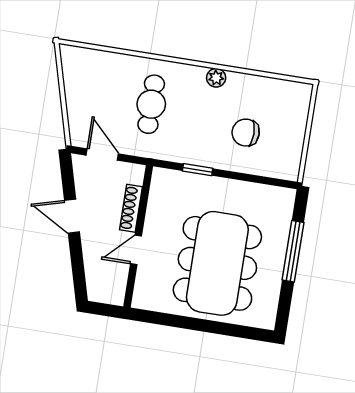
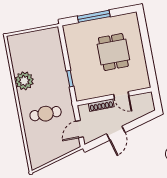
plant: (216, 78) -> (24, 81), width x1.88, depth x1.88
chair: (246, 133) -> (43, 61), removed
dining table: (217, 263) -> (113, 52), width x0.53, depth x0.80

